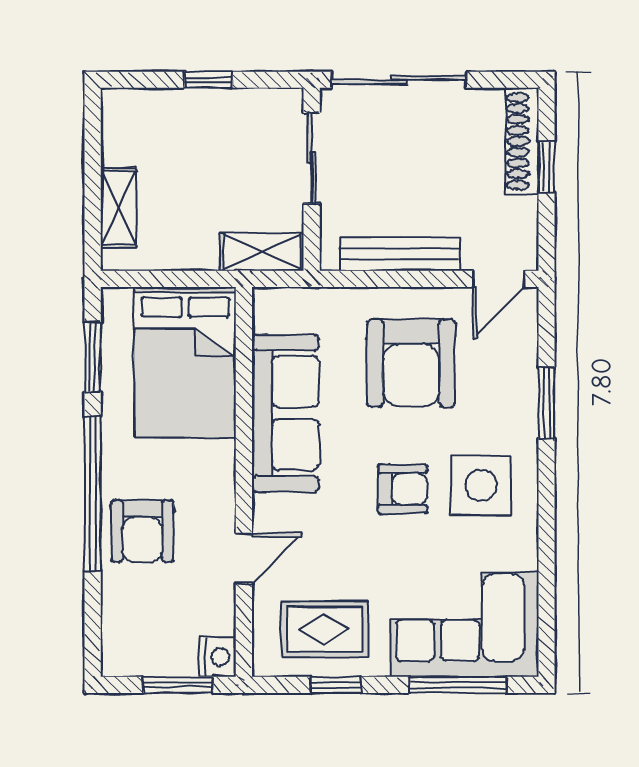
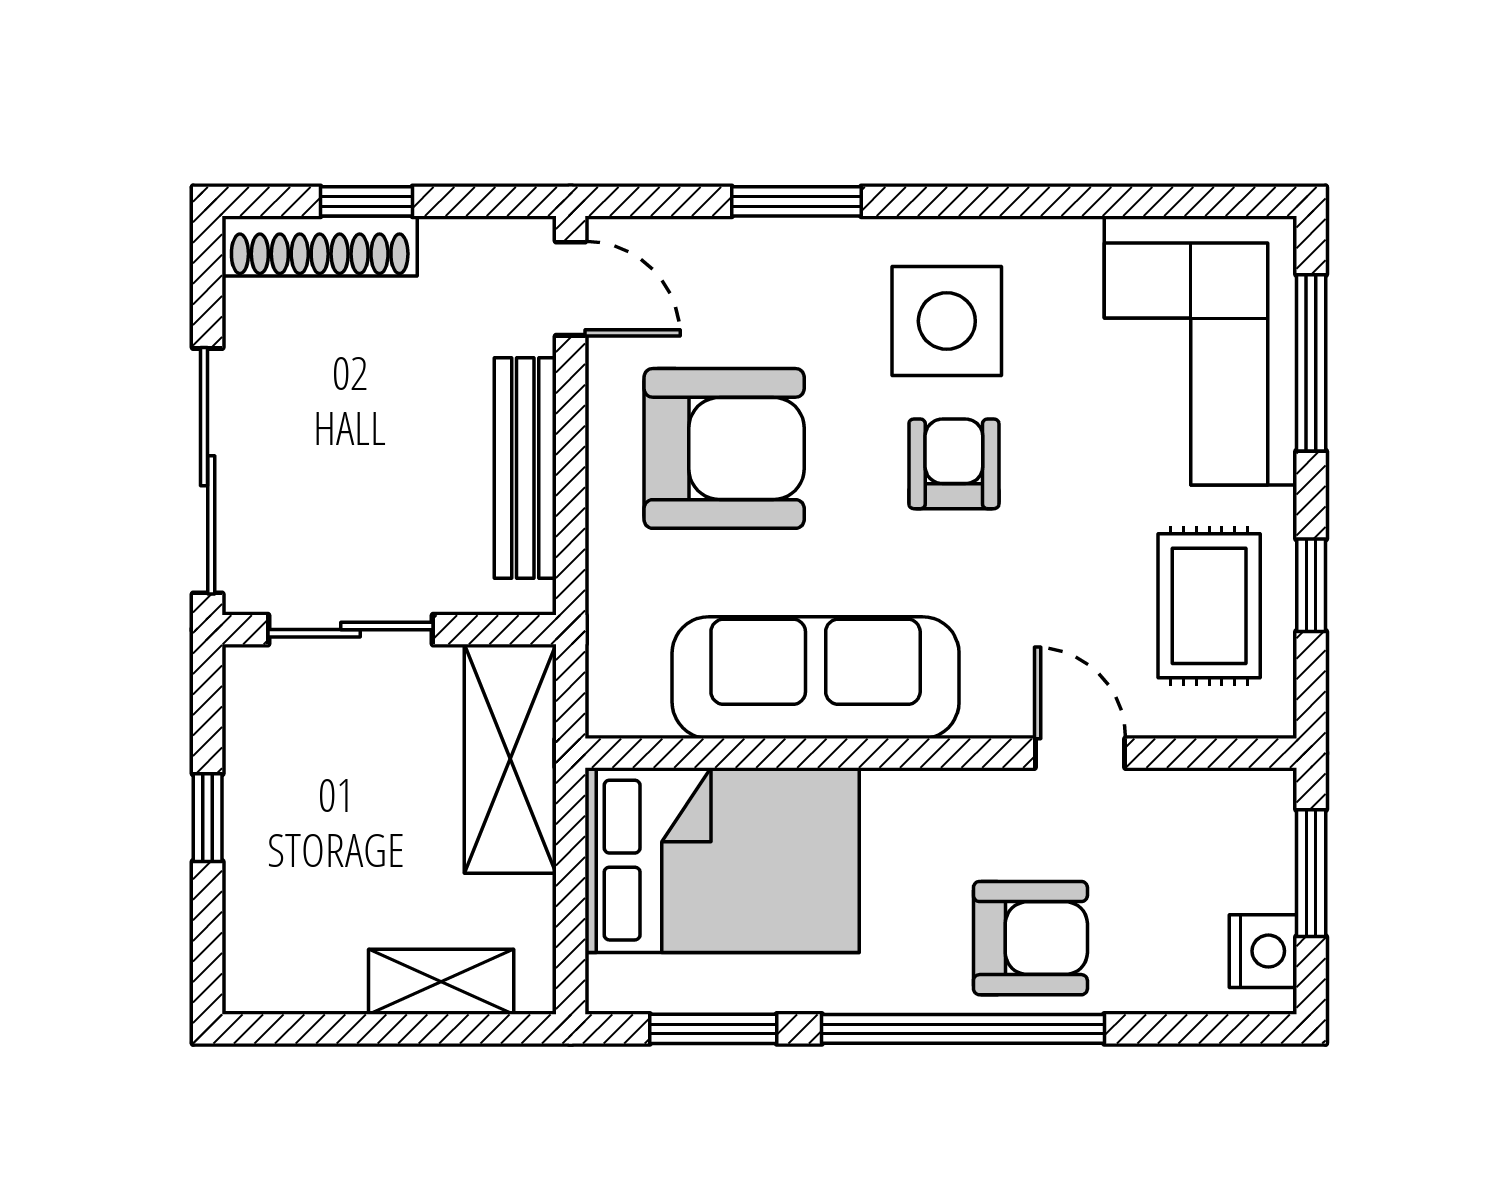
shelving: (262, 252) -> (510, 759), width x1.50, depth x1.33
nightstand: (218, 657) -> (1263, 951), moved, turned 90

